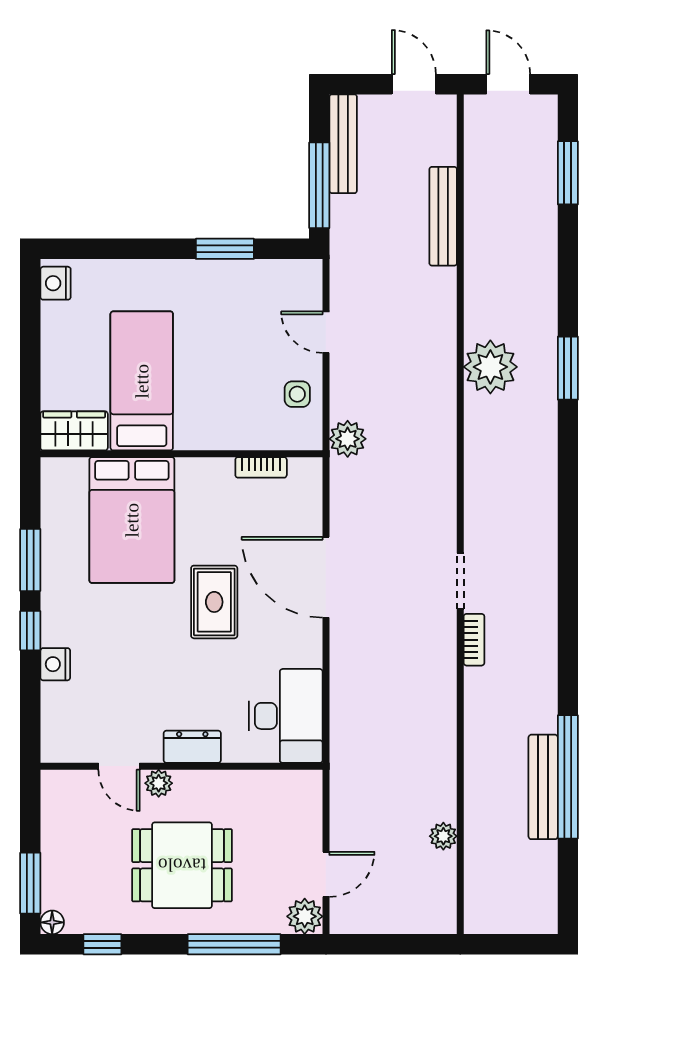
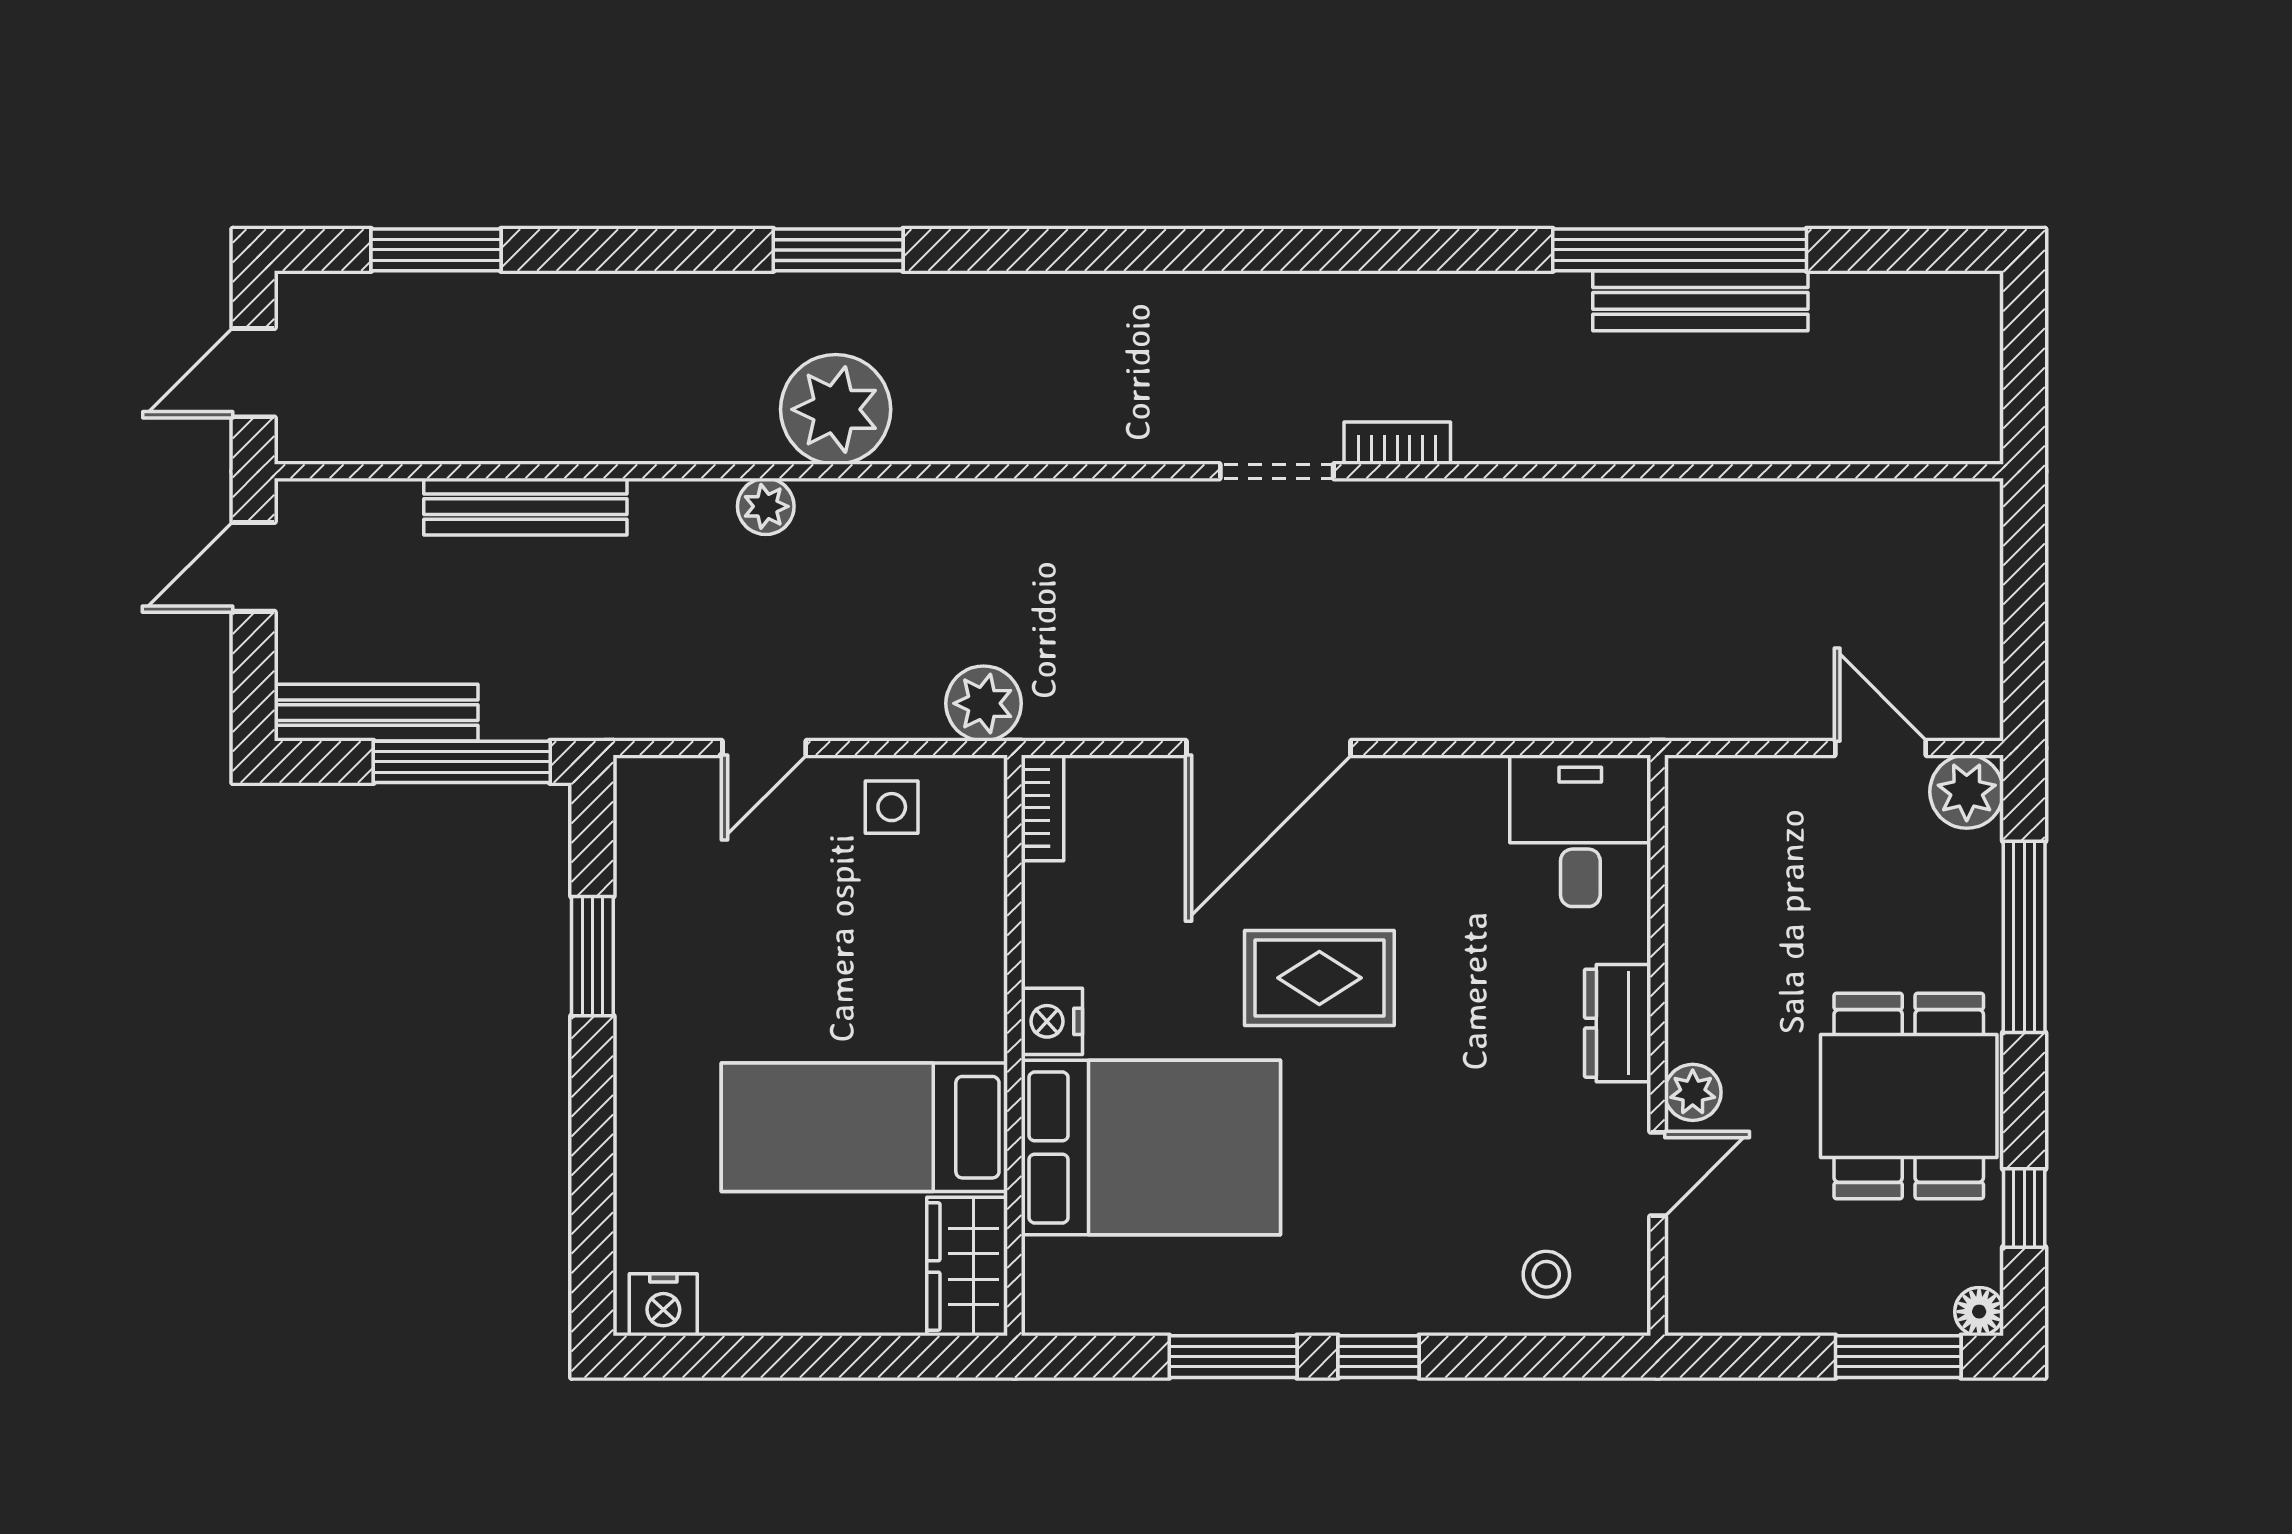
bookcase: (261, 467) -> (1043, 808), moved
nightstand: (55, 664) -> (1052, 1021), moved, turned 90
stool: (70, 712) -> (1546, 1274), added
desk: (286, 716) -> (1580, 831), width x0.73
plant: (443, 836) -> (766, 506), moved
dining table: (182, 865) -> (1909, 1096), moved

